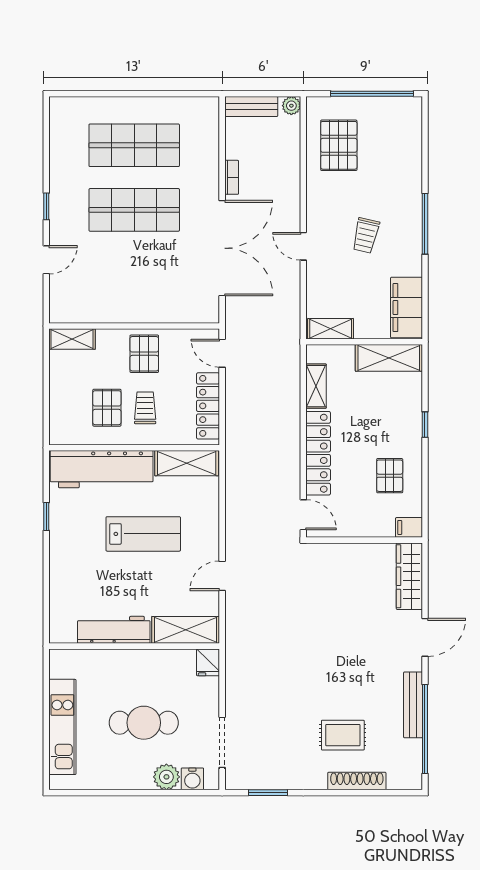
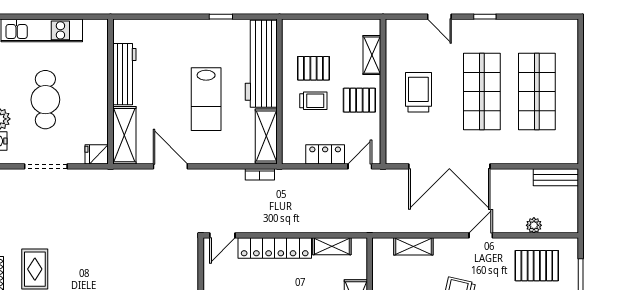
plant: (291, 106) -> (534, 225), moved
bench: (251, 107) -> (556, 177), moved, turned 90
bookcase: (232, 177) -> (260, 174), moved
door: (303, 246) -> (481, 235), moved
trolley: (135, 284) -> (418, 92), added
shelving: (331, 329) -> (413, 246), moved, turned 90
shelving: (72, 339) -> (372, 55), moved
locker: (208, 406) -> (325, 154), width x0.66
door: (222, 576) -> (170, 166), width x1.38
doorway: (222, 742) -> (46, 166), moved

